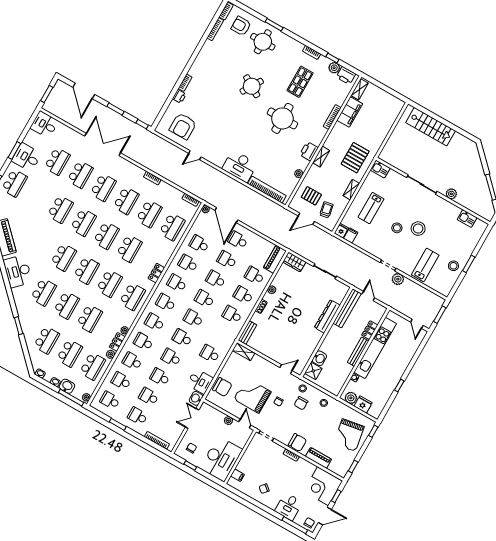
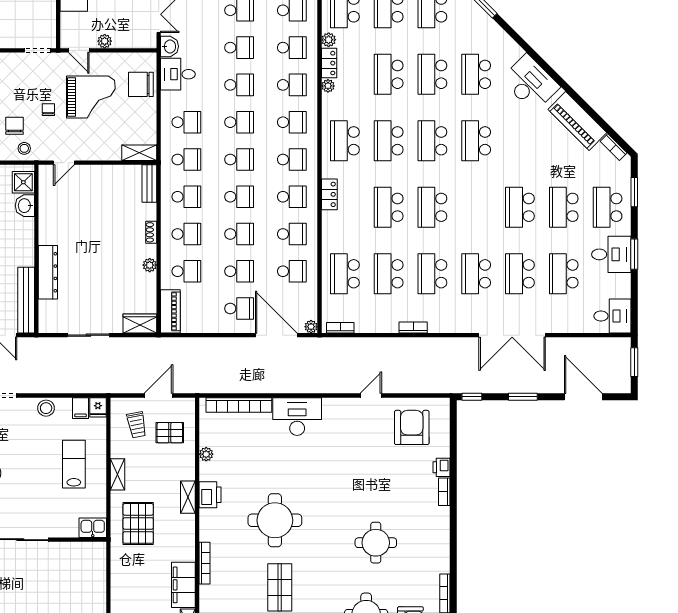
round table: (252, 86) -> (376, 543), moved, turned -31
school desk: (83, 222) -> (564, 207), moved
stool: (397, 228) -> (46, 408), moved
school desk: (221, 334) -> (186, 159), added

